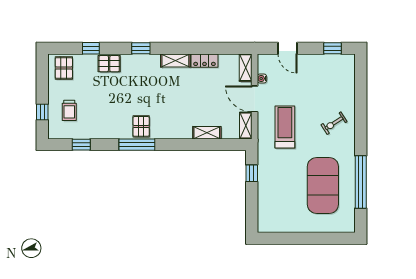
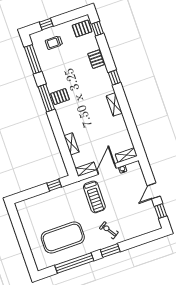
window: (91, 48) -> (98, 29), moved
door: (288, 48) -> (154, 191), moved
locker: (205, 61) -> (121, 125), removed
treadmill: (285, 127) -> (94, 197), turned 90
window: (361, 130) -> (110, 251), added
window: (81, 145) -> (33, 59), width x2.17

